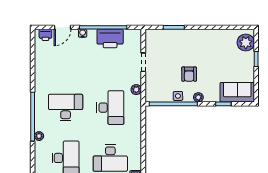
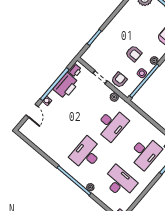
printer: (45, 35) -> (75, 70), moved
armchair: (155, 81) -> (119, 80), added
desk: (110, 108) -> (112, 124), turned 90

